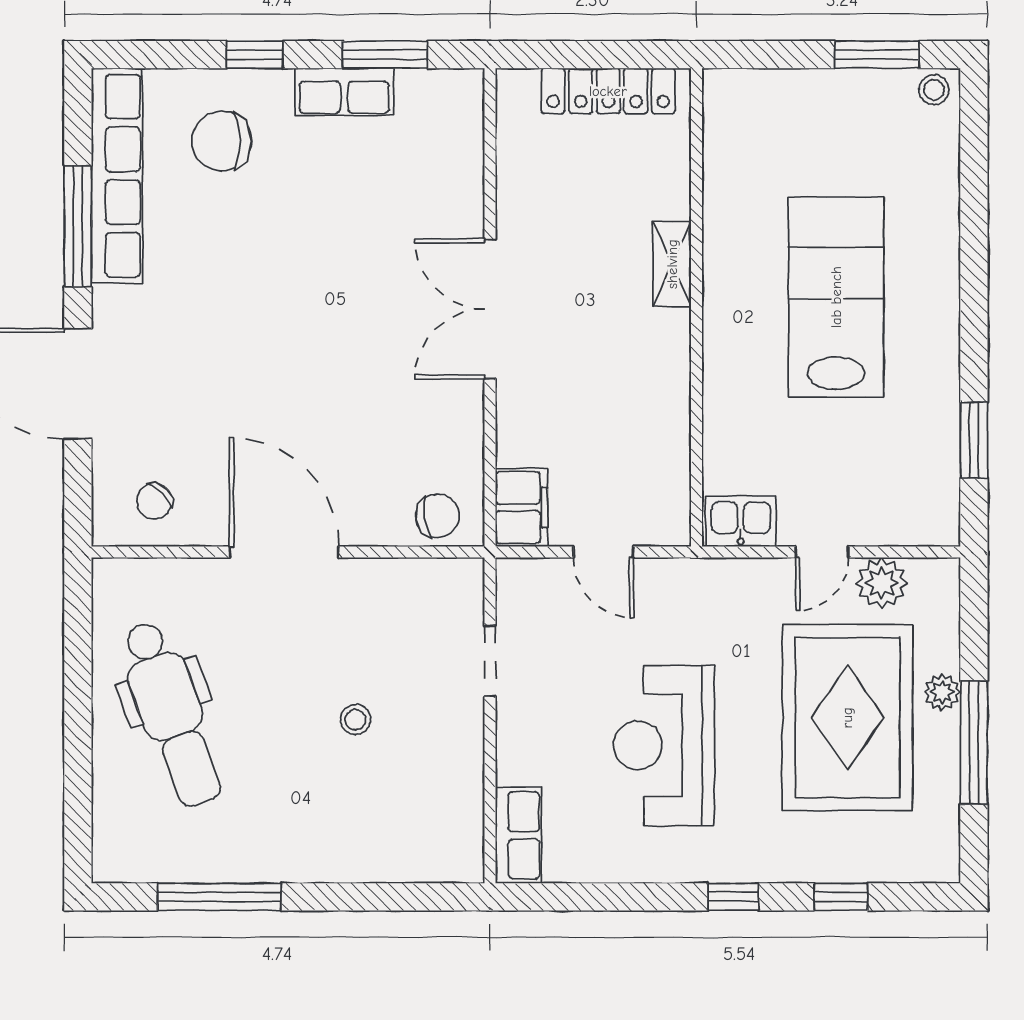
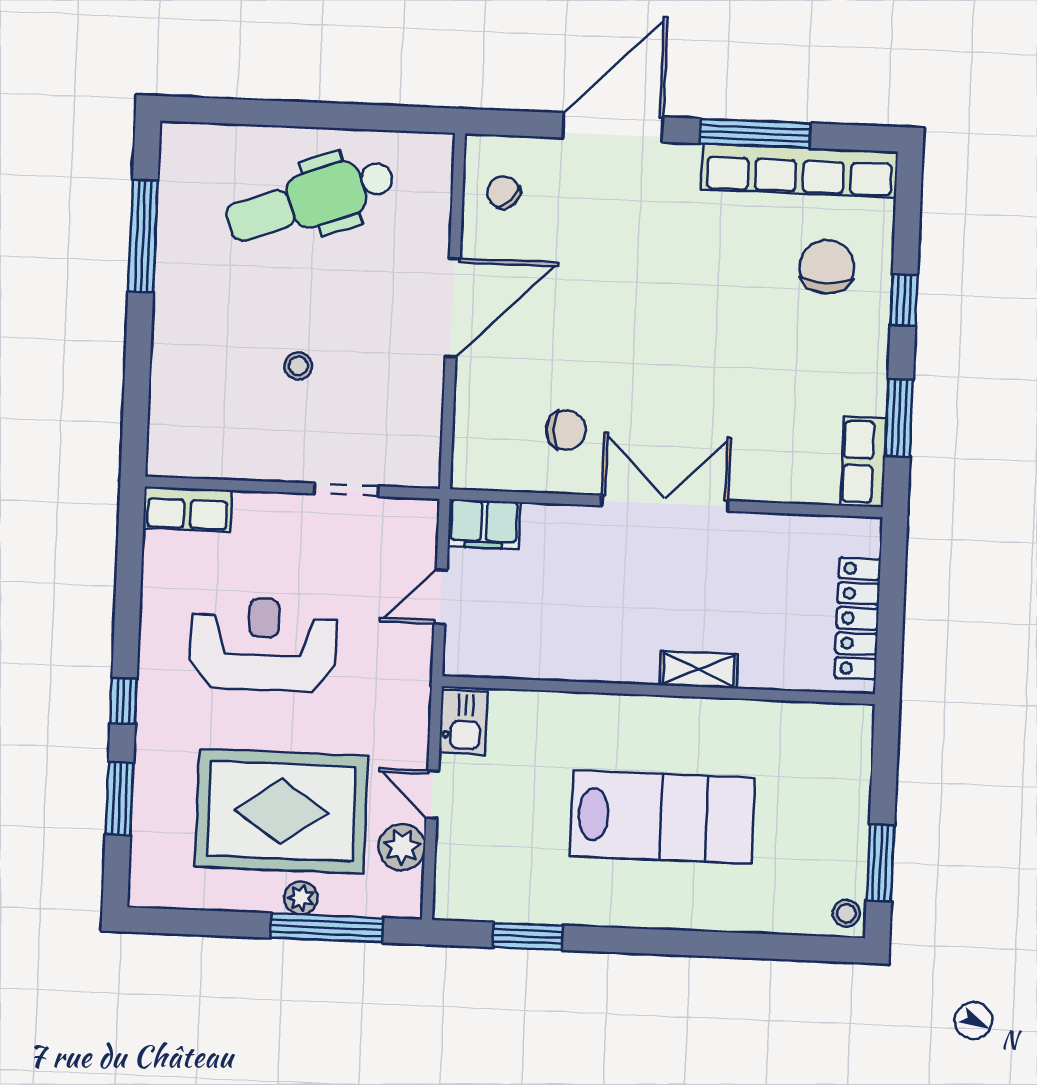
row of seats: (344, 92) -> (864, 462), moved
chair: (437, 516) -> (566, 430), moved, turned -82
window: (974, 743) -> (327, 928), moved
window: (841, 897) -> (119, 798), width x1.50

